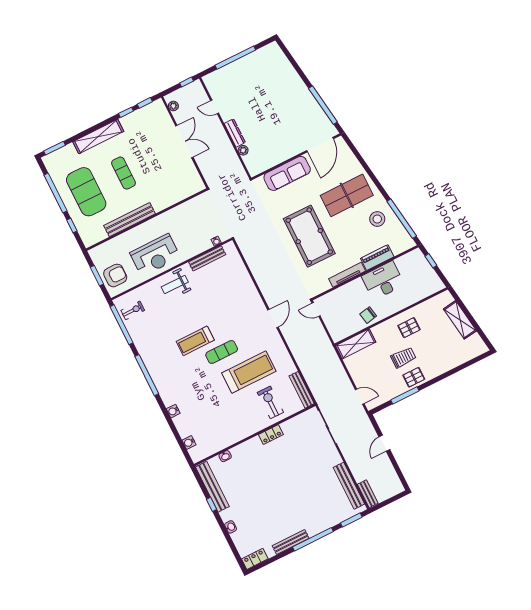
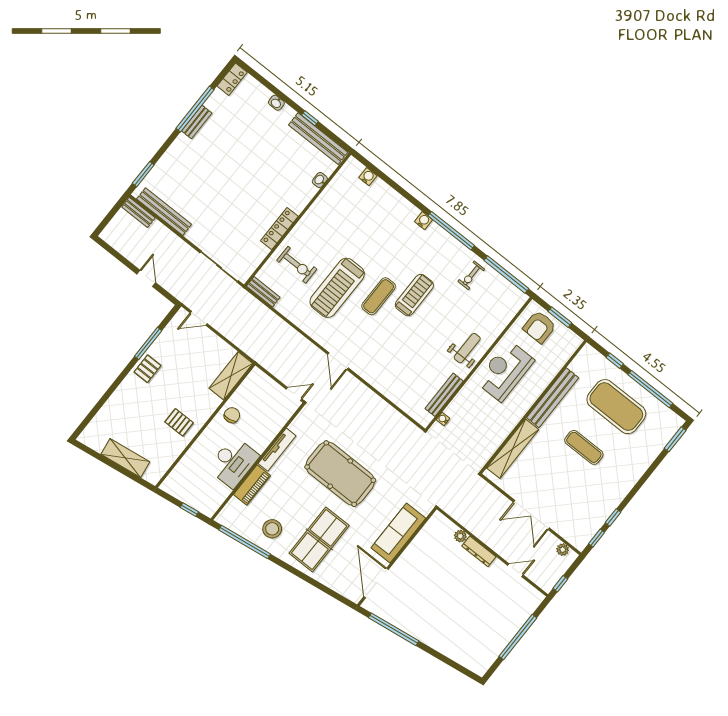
shelving: (98, 137) -> (513, 449), moved
exercise bike: (133, 310) -> (471, 275), moved
pallet: (409, 328) -> (179, 422), turned 90
trolley: (403, 357) -> (170, 386), removed
bench: (302, 390) -> (263, 292), width x0.73
water cooler: (173, 411) -> (423, 221), moved
locker: (271, 435) -> (279, 229), width x1.53
window: (313, 539) -> (195, 109), moved
bench: (291, 542) -> (197, 122), width x0.73

